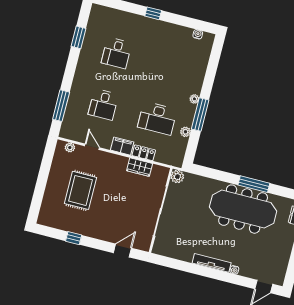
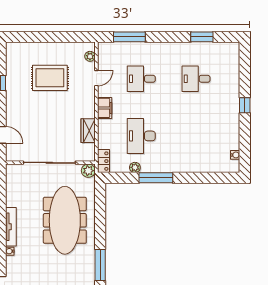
plant: (194, 99) -> (170, 168), removed
locker: (144, 153) -> (103, 161), moved
window: (254, 184) -> (100, 265), moved
meeting table: (243, 209) -> (65, 220), moved

